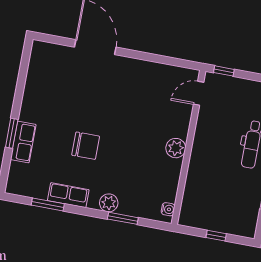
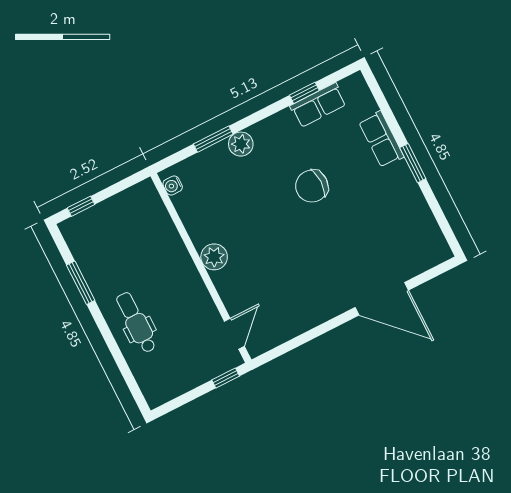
window: (12, 133) -> (413, 163), moved
row of seats: (68, 195) -> (318, 105), moved
window: (48, 204) -> (304, 93), width x0.67
window: (216, 236) -> (81, 206), moved

